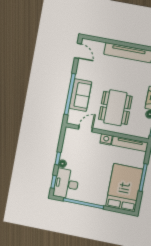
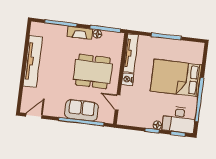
bed: (124, 188) -> (176, 78), moved

